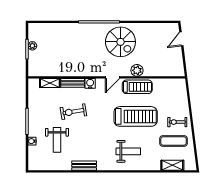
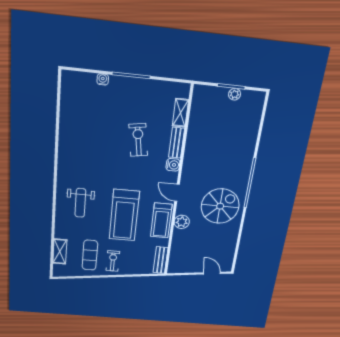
spiral stairs: (120, 42) -> (220, 206), turned 180
weight bench: (57, 140) -> (102, 114), removed
bench: (84, 166) -> (161, 260), moved

